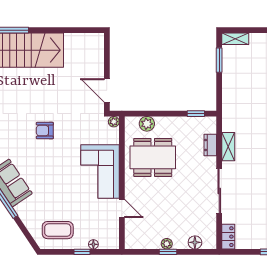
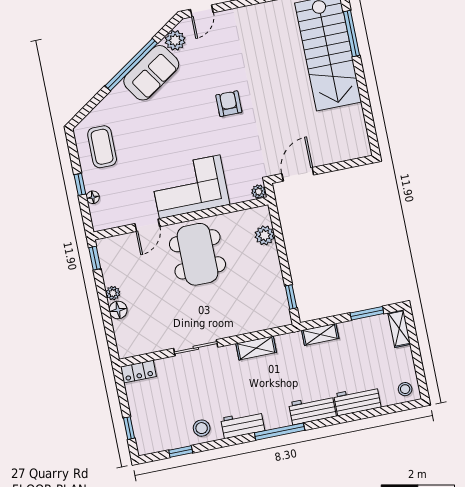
shelving: (228, 98) -> (320, 334), added
dresser: (210, 145) -> (254, 324), removed
dining table: (153, 157) -> (197, 254), moved
sliding door: (219, 191) -> (196, 348), width x0.73
floor lamp: (195, 242) -> (118, 310), moved
window: (168, 252) -> (95, 258), moved

